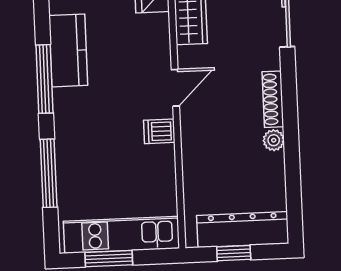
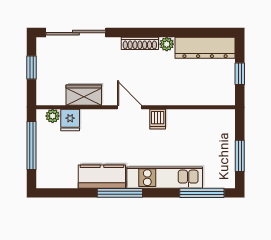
window: (49, 173) -> (202, 193), moved
dresser: (243, 230) -> (205, 48), moved, turned -90
kitchen unit: (121, 235) -> (165, 178), moved, turned 90

